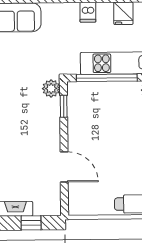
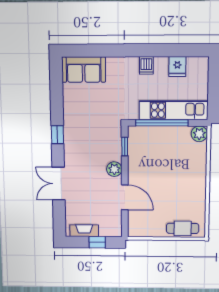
plant: (51, 88) -> (114, 169), moved

